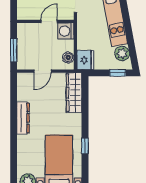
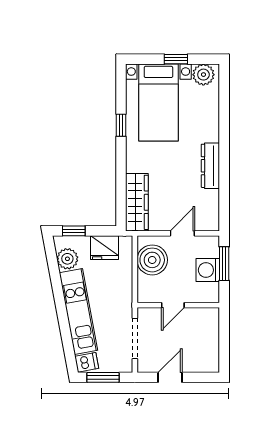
washing machine: (66, 31) -> (208, 270), moved, turned 180
boiler: (68, 58) -> (152, 260), width x1.86, depth x1.86
fridge: (85, 60) -> (104, 248), moved, turned -90

